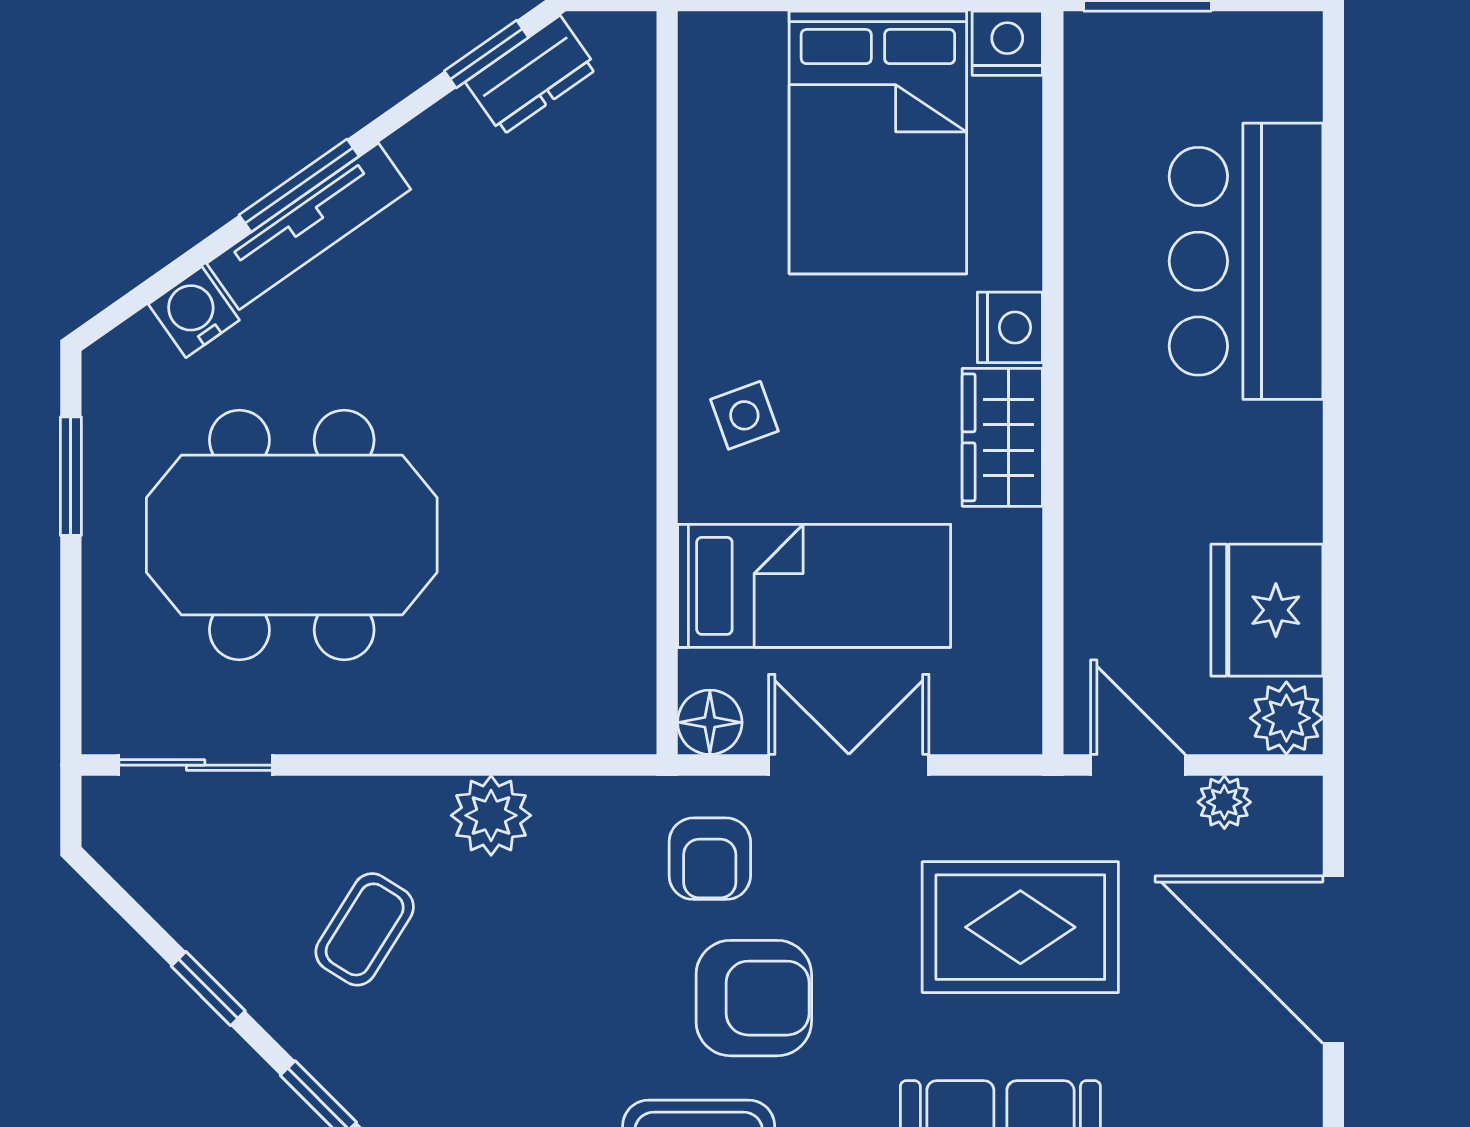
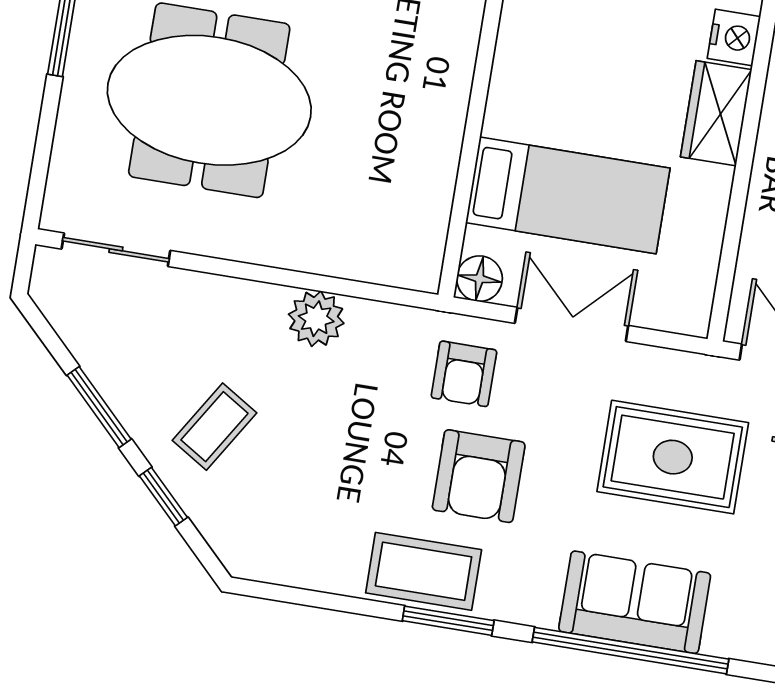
side table: (744, 415) -> (539, 68), removed
coffee table: (365, 929) -> (214, 427), moved
window: (208, 989) -> (99, 407), width x1.50
armchair: (754, 998) -> (479, 476), turned 90

